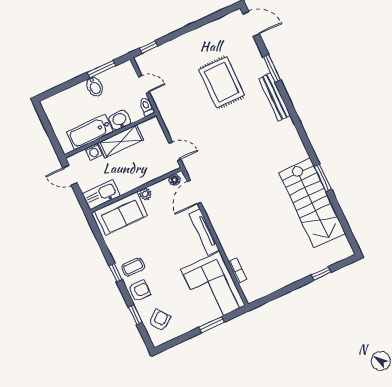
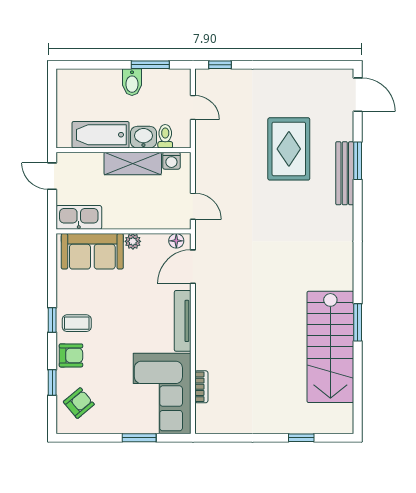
bench: (275, 97) -> (345, 173), moved
toilet: (147, 107) -> (165, 136), moved
washing machine: (94, 152) -> (171, 161), moved

